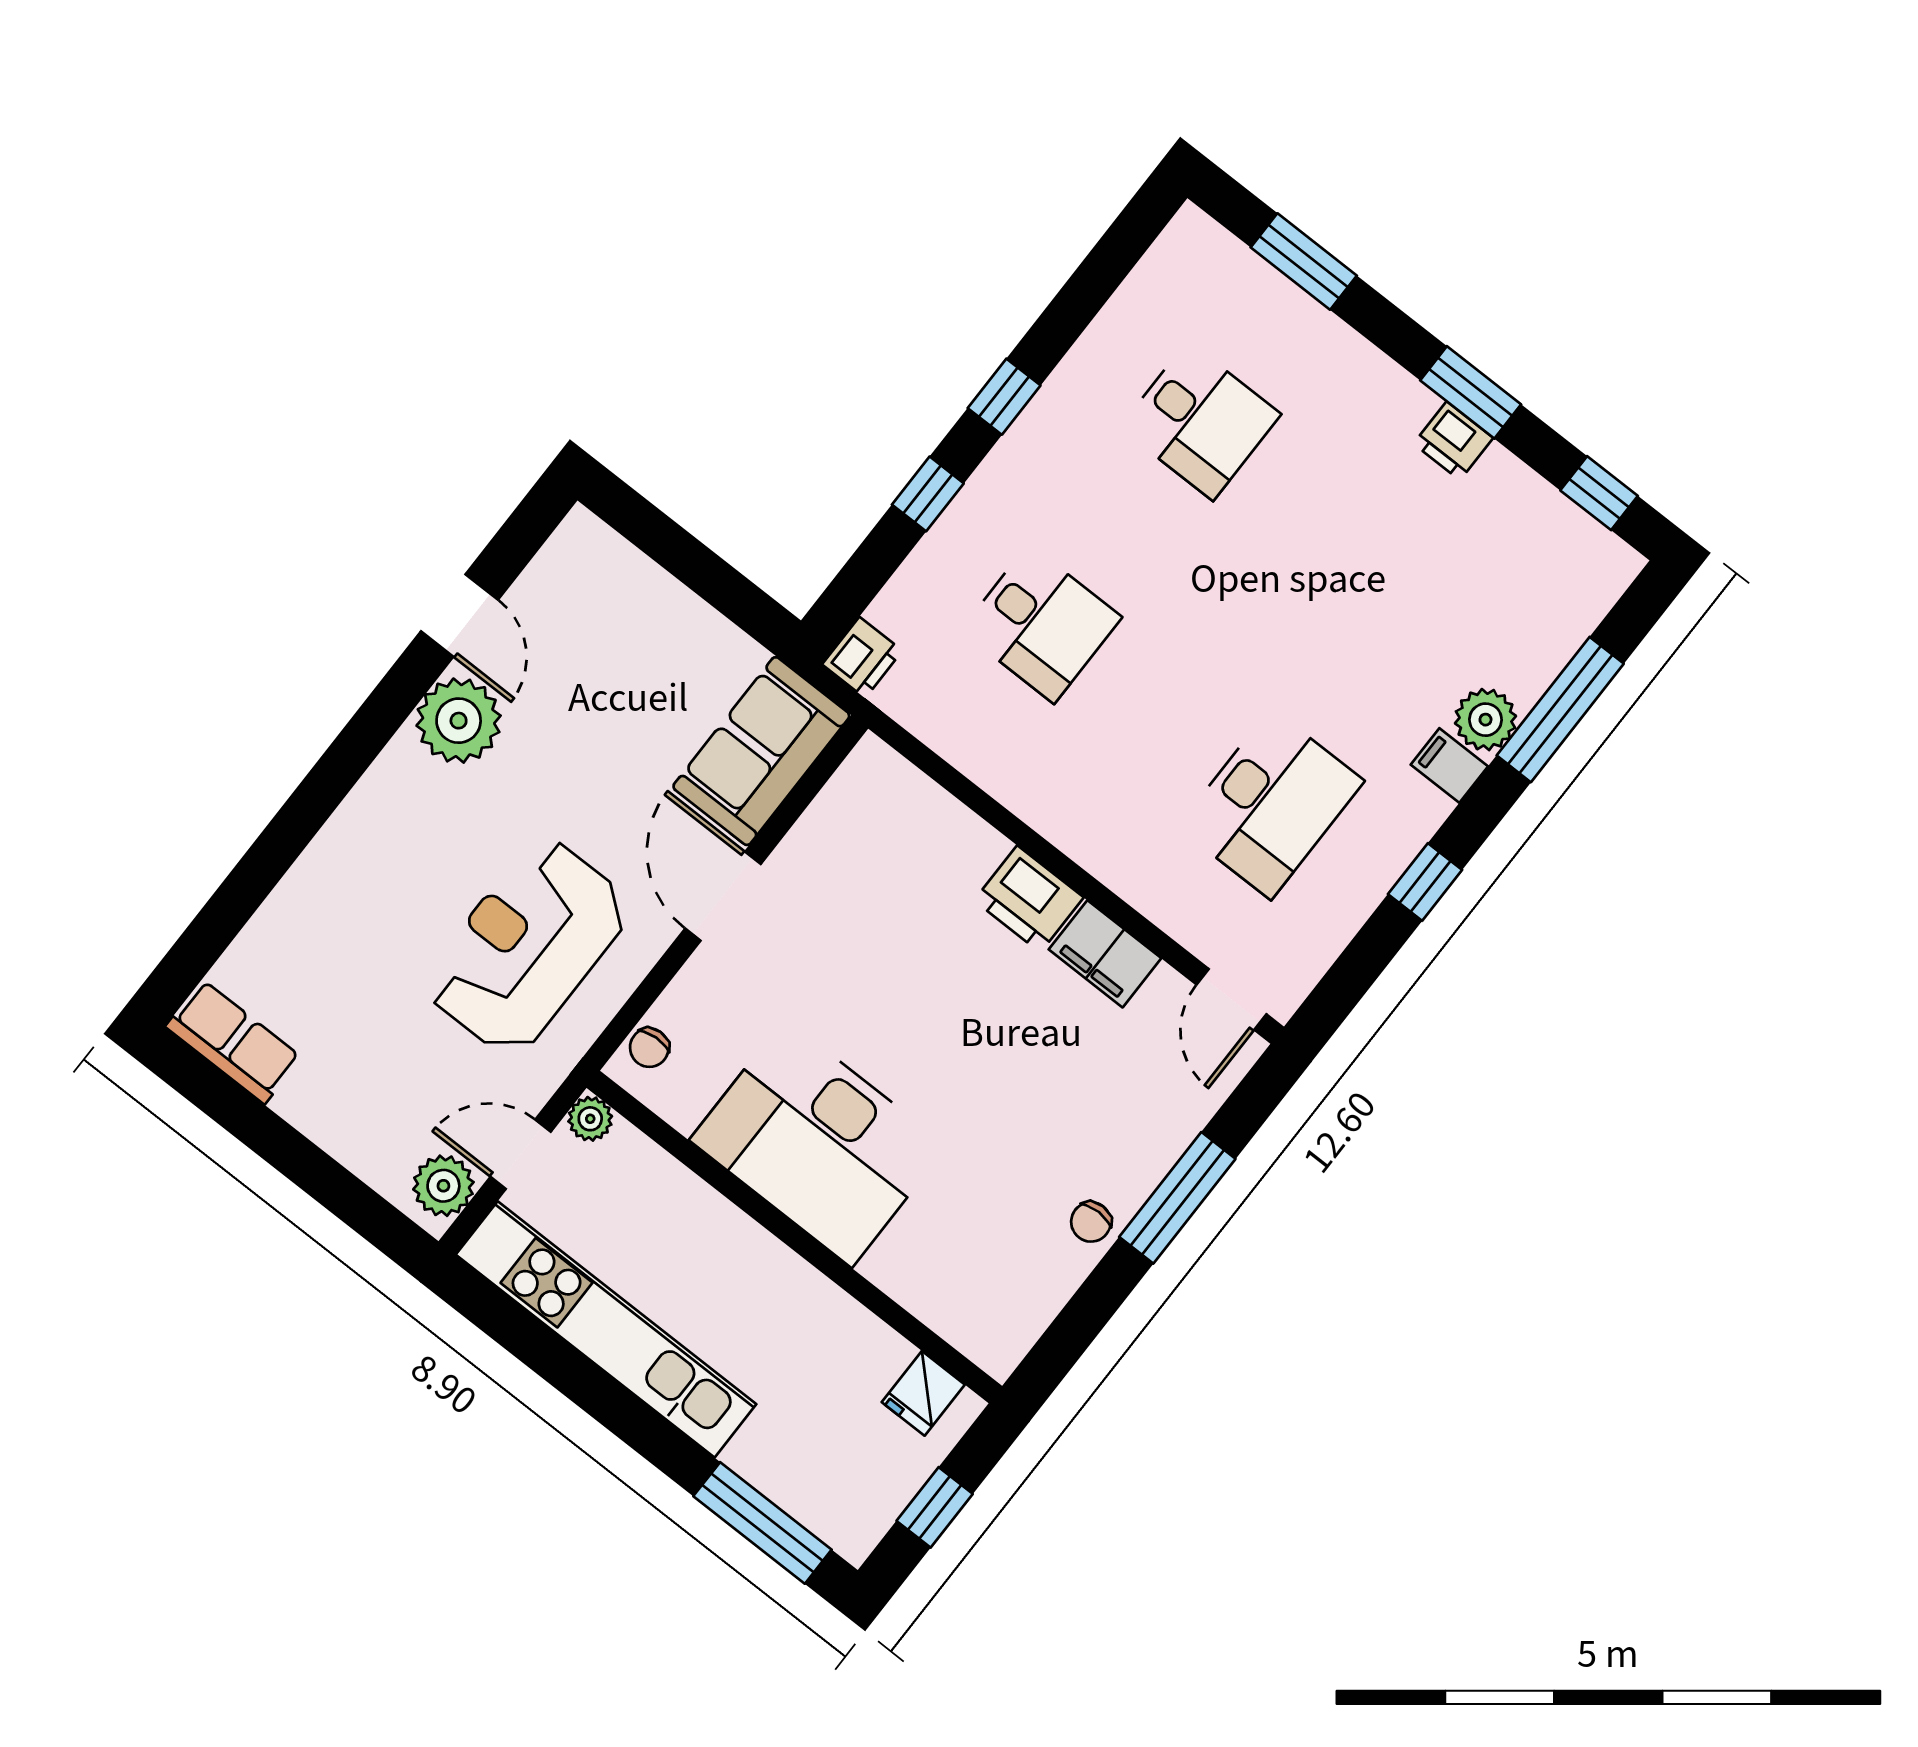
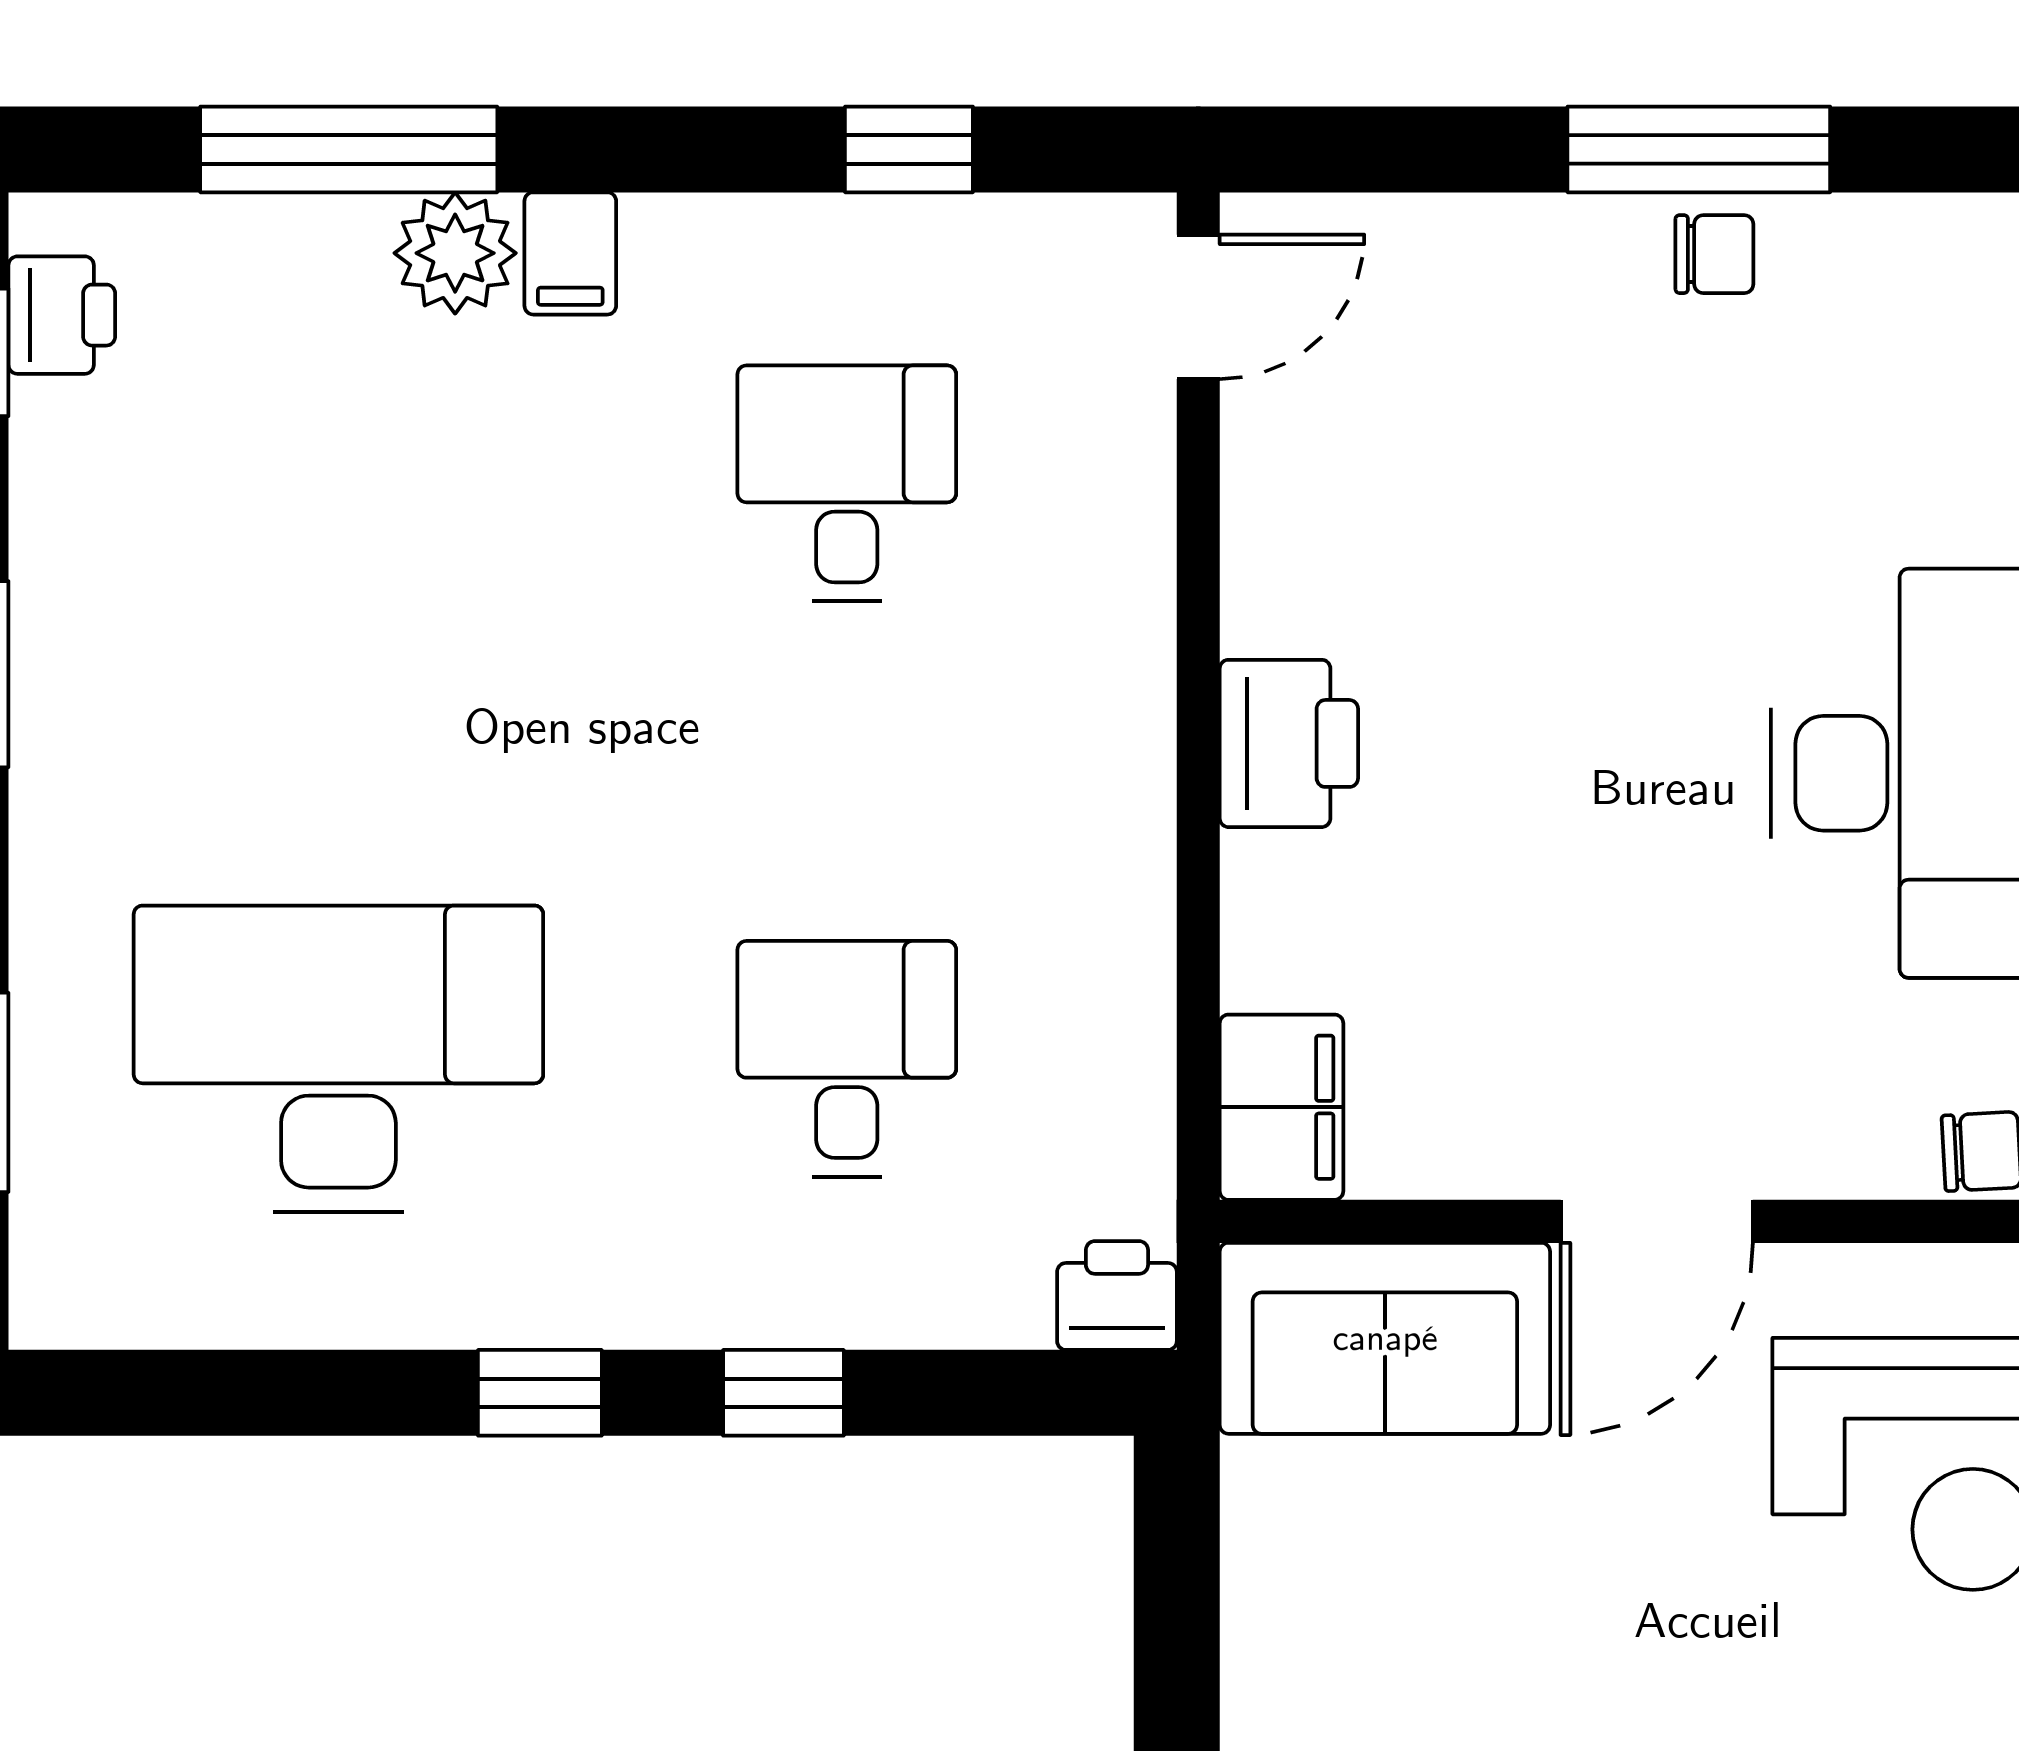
desk: (1200, 421) -> (338, 1059), width x1.87, depth x1.30
printer: (1453, 441) -> (62, 315), moved
desk: (1271, 804) -> (847, 483), width x0.73
window: (1425, 882) -> (909, 149), moved
filing cabinet: (1105, 954) -> (1281, 1107), moved
window: (1177, 1198) -> (1699, 149), moved

